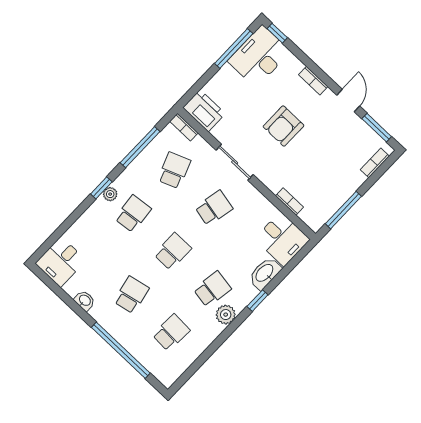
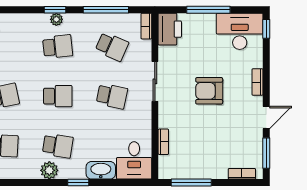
window: (234, 48) -> (208, 10), moved
school desk: (174, 170) -> (112, 47), turned 45

